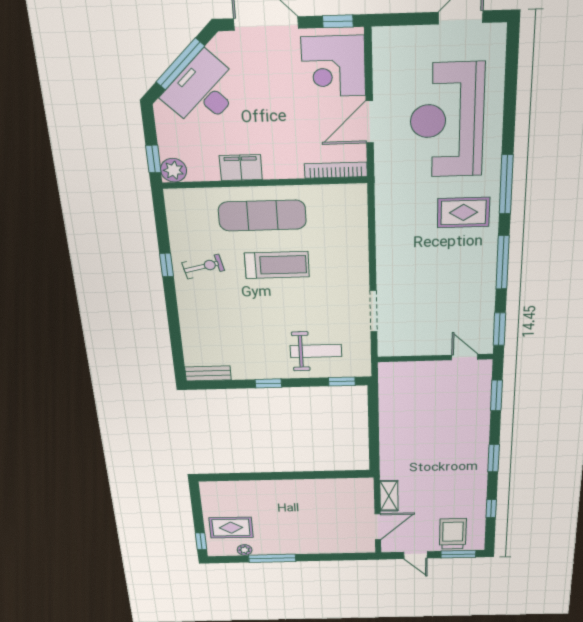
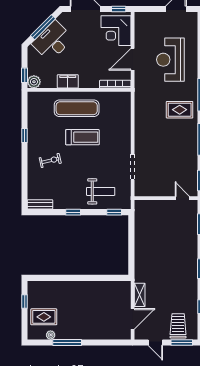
reception desk: (447, 121) -> (170, 60), width x0.74, depth x0.77
exercise bike: (203, 267) -> (50, 160), moved
window: (201, 541) -> (25, 301), moved

